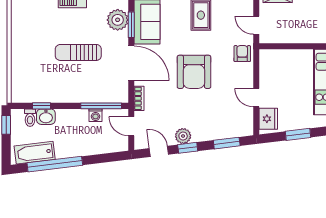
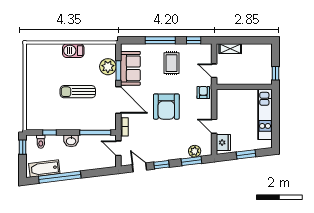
washing machine: (96, 115) -> (91, 140), removed
washbasin: (46, 117) -> (71, 141), moved
plant: (183, 136) -> (195, 151), moved

